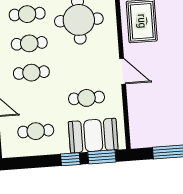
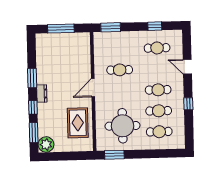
door: (123, 71) -> (93, 88), hinge flipped
booth: (93, 136) -> (116, 43), removed
window: (70, 159) -> (155, 26), moved

